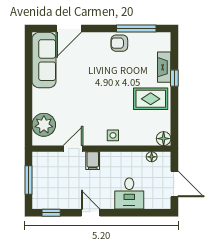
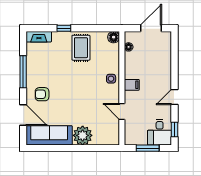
window: (136, 29) -> (23, 72), moved
armchair: (119, 43) -> (42, 94), moved, turned 90
fireplace: (164, 67) -> (39, 37), moved
plant: (44, 125) -> (83, 135), moved
filing cabinet: (93, 161) -> (132, 85), moved
desk: (129, 193) -> (160, 132), moved, turned 90

